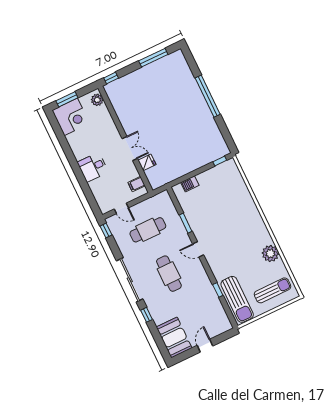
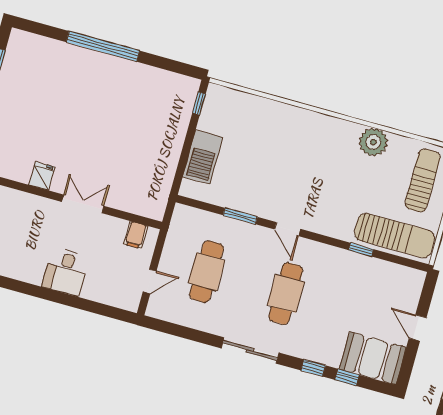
fridge: (147, 162) -> (42, 176), moved
barbecue: (190, 184) -> (203, 157), width x1.88, depth x1.53
window: (106, 231) -> (347, 377), moved
door: (198, 249) -> (288, 229), hinge flipped
cafe table: (169, 274) -> (286, 294), turned 90
sliding door: (130, 280) -> (250, 350), width x0.73

